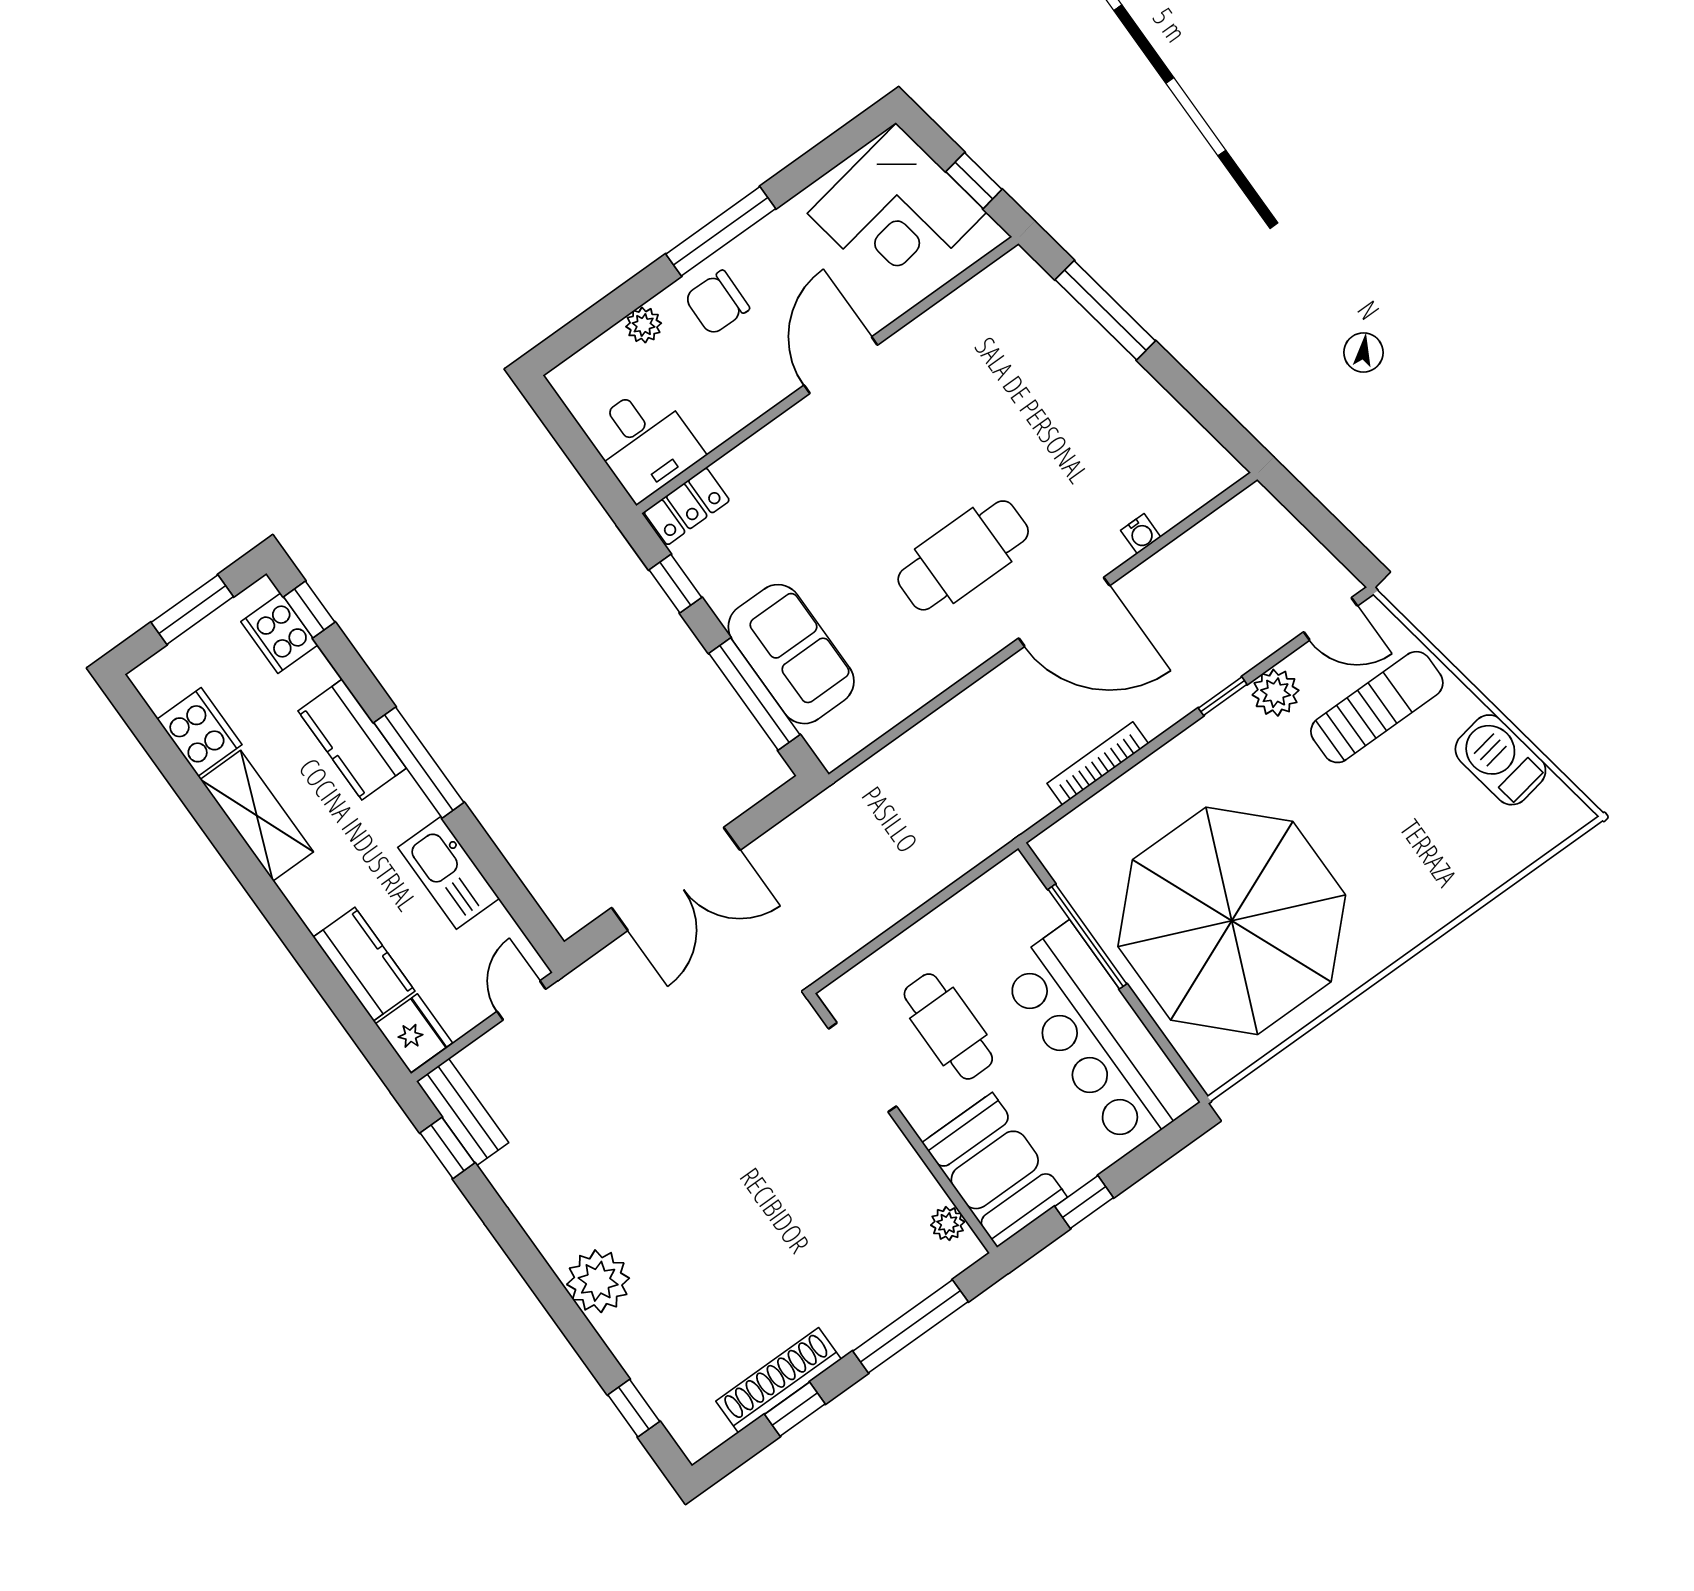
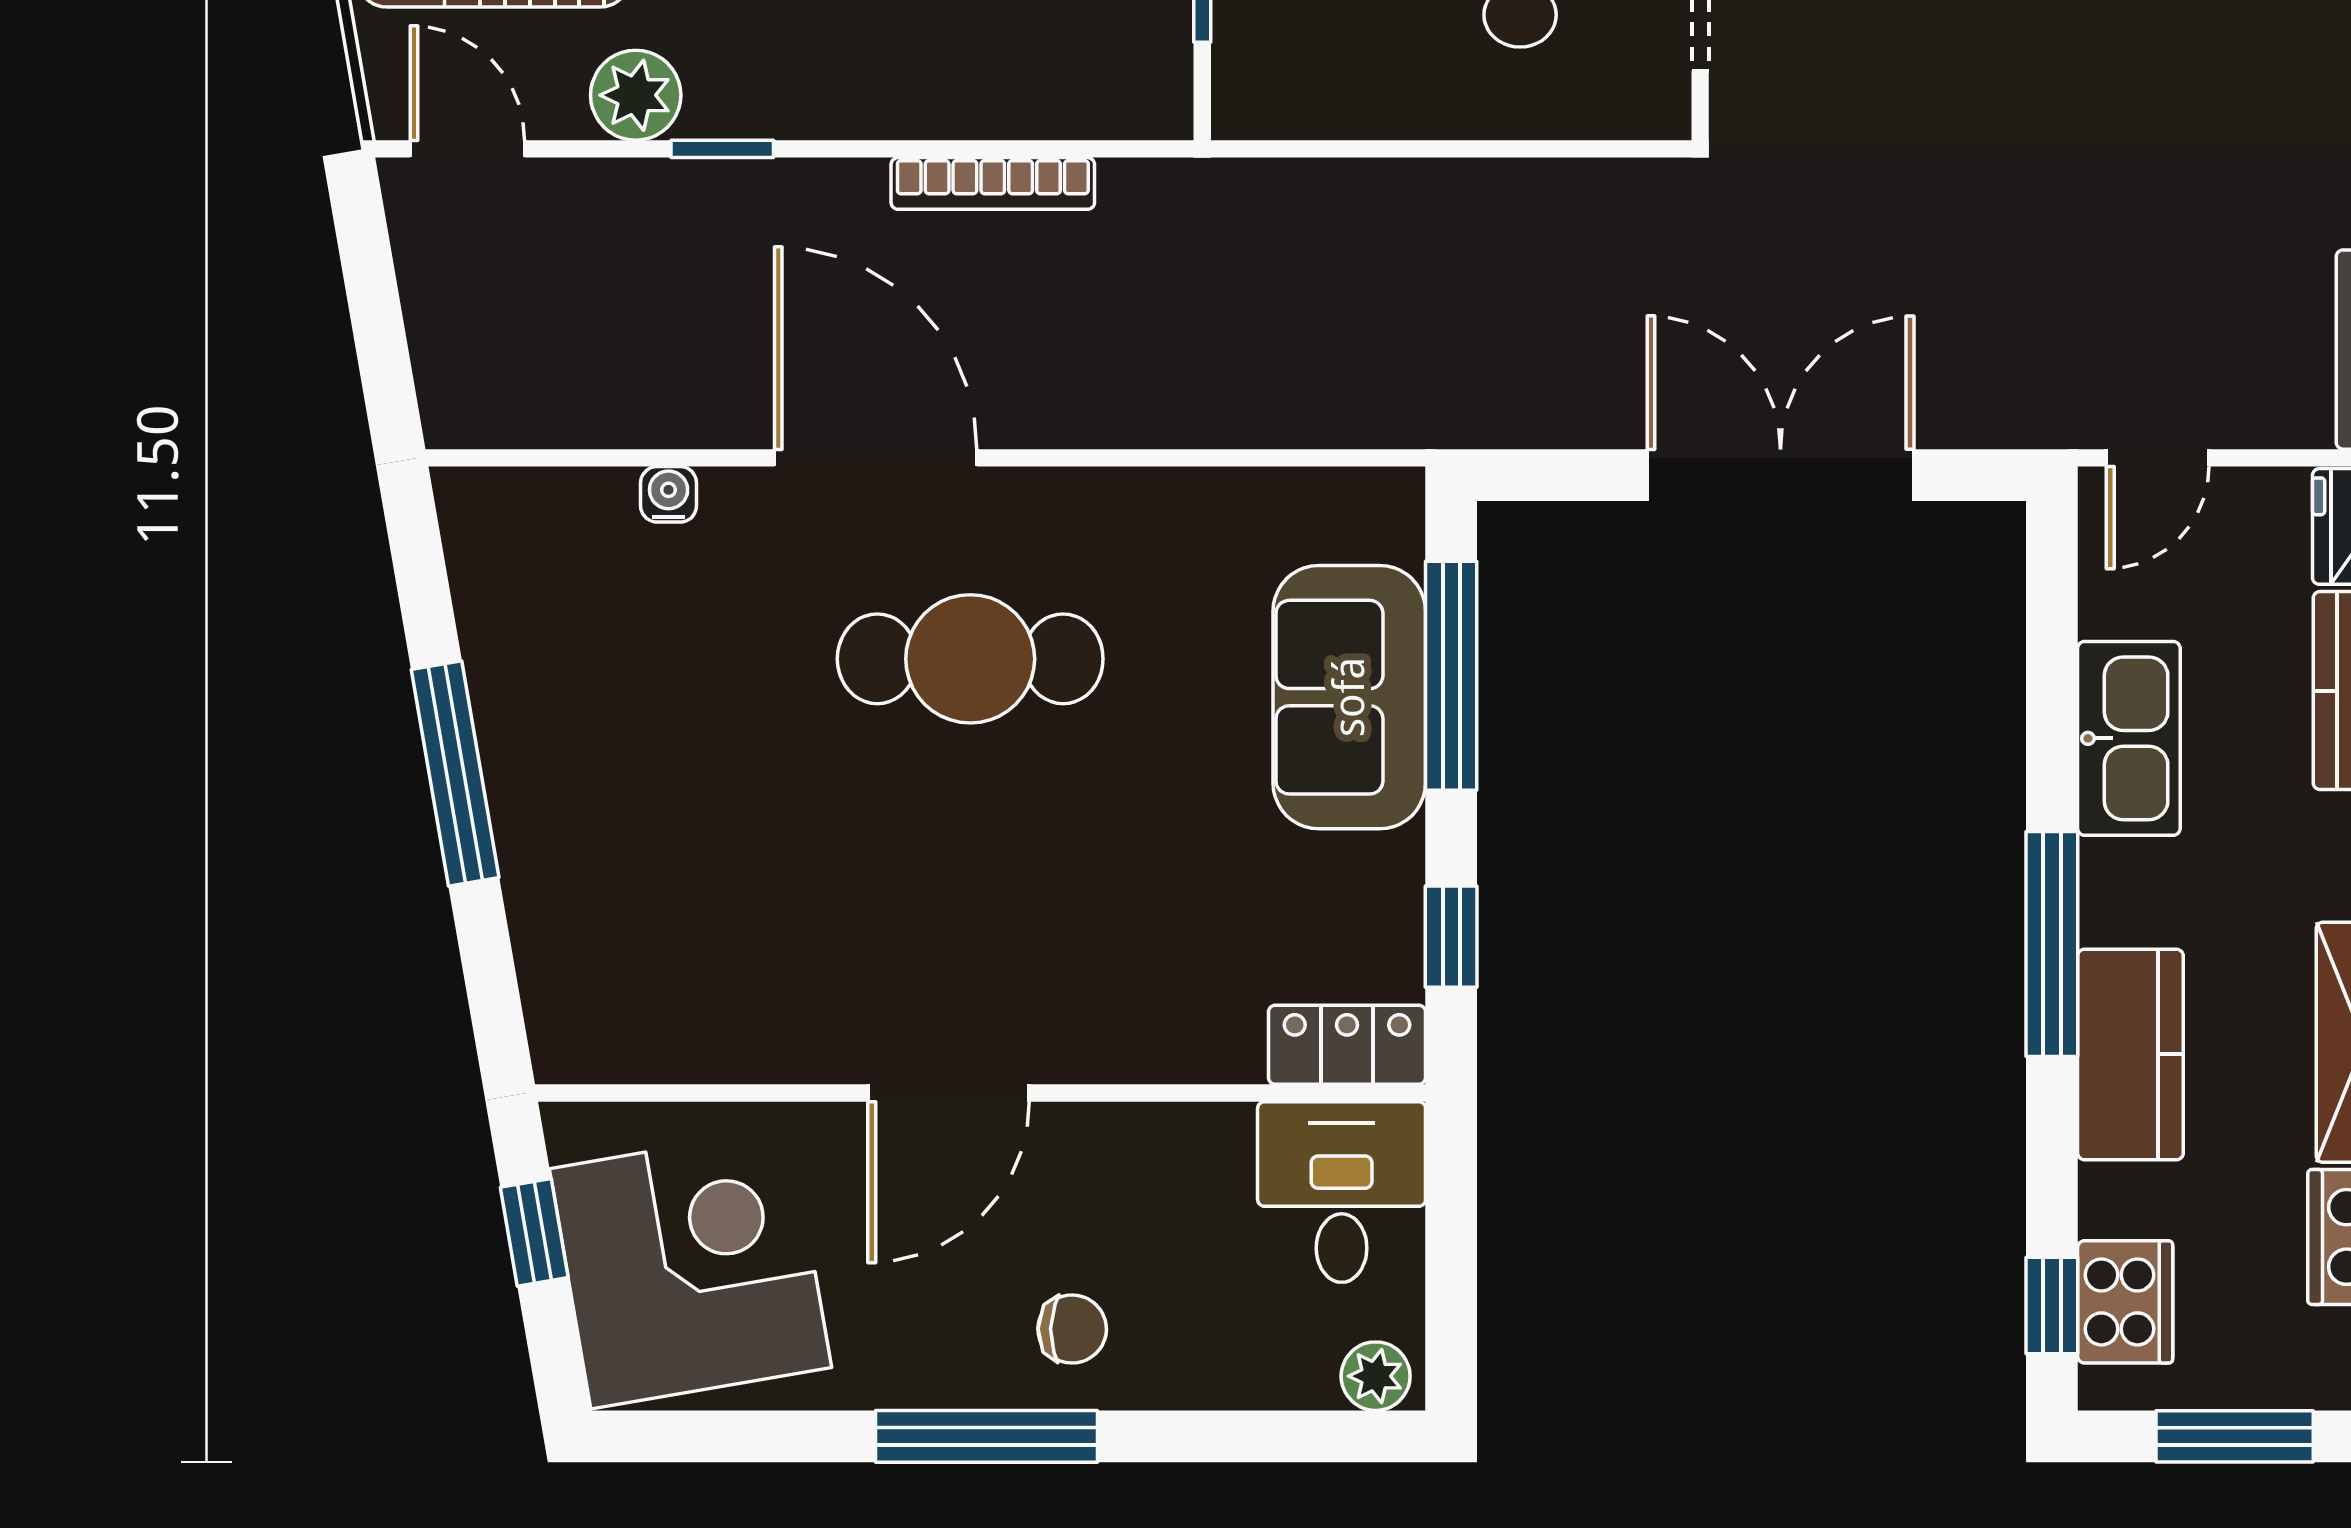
chair: (717, 303) -> (1072, 1329), width x0.73, depth x0.73
window: (1105, 310) -> (455, 774), moved
plant: (644, 325) -> (1376, 1376), moved

